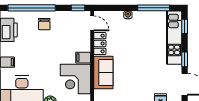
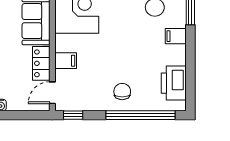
door: (92, 23) -> (52, 93), hinge flipped
filing cabinet: (83, 58) -> (66, 61), moved

